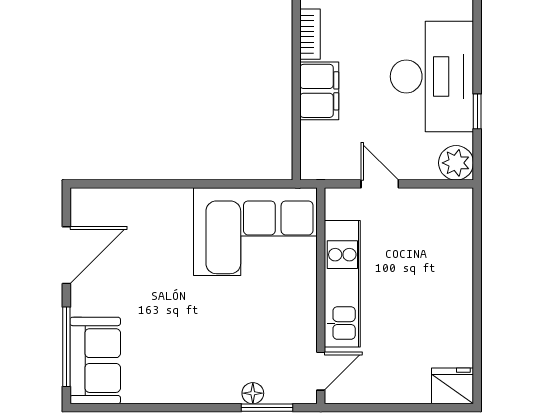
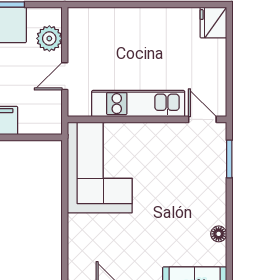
plant: (456, 163) -> (49, 38), moved
floor lamp: (253, 393) -> (219, 234), moved

